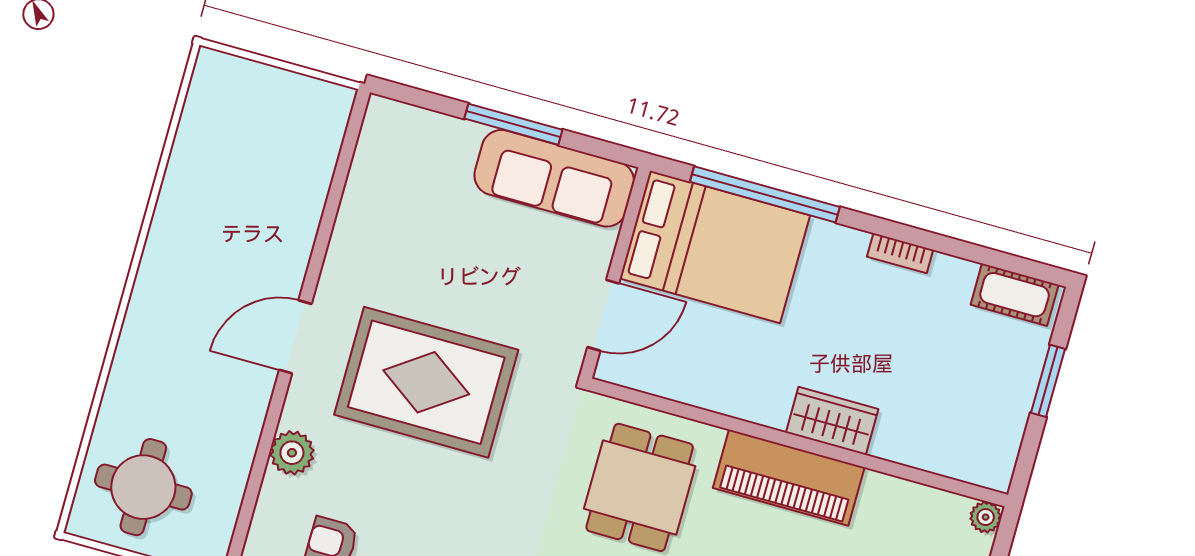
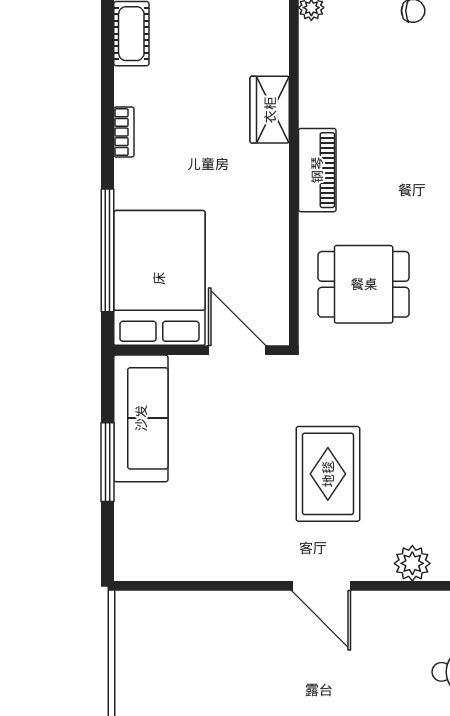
rug: (426, 382) -> (328, 474), width x0.73, depth x0.69
wardrobe: (832, 421) -> (270, 110), moved
piano: (789, 478) -> (317, 170), width x0.73, depth x0.75

